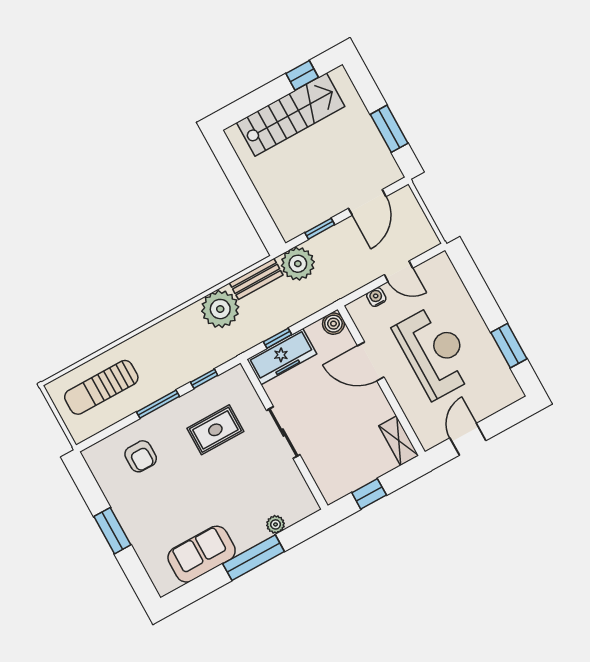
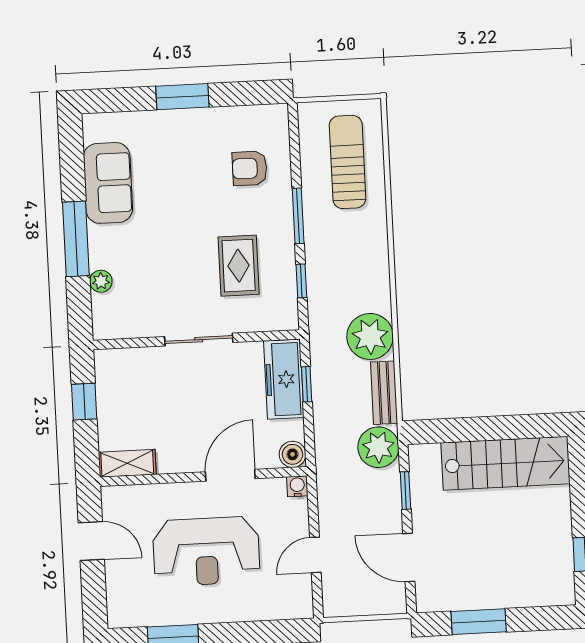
stairs: (291, 115) -> (506, 463), moved, turned -90
water cooler: (376, 297) -> (297, 486), moved, turned -90

